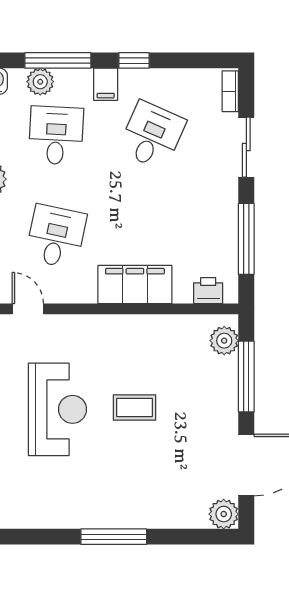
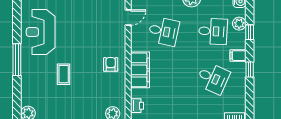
window: (58, 60) -> (250, 32), width x0.46
armchair: (124, 345) -> (111, 64), added
coffee table: (135, 407) -> (64, 74), moved
reception desk: (57, 409) -> (41, 32), moved, turned 90

